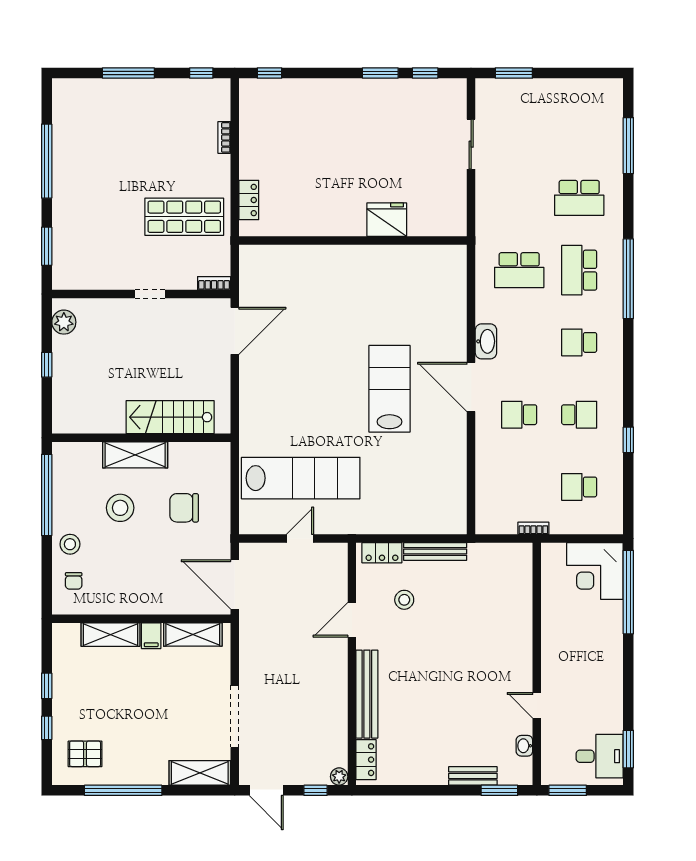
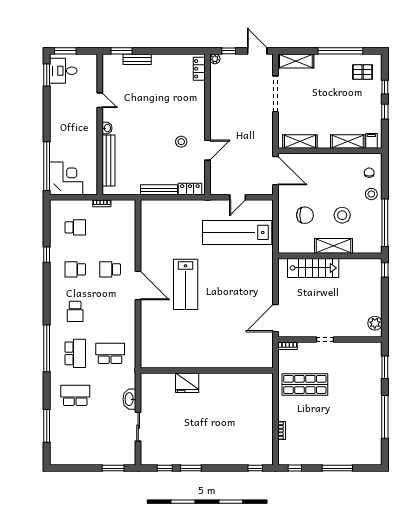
locker: (249, 200) -> (267, 394), removed
washbasin: (486, 341) -> (129, 399), moved
school desk: (579, 342) -> (75, 311), turned 90
window: (47, 365) -> (385, 270), moved
school desk: (519, 415) -> (110, 269), turned 180
stool: (404, 600) -> (181, 142), moved
filing cabinet: (151, 636) -> (371, 141), moved
bench: (367, 694) -> (109, 161), moved
washbasin: (524, 746) -> (107, 128), moved
window: (568, 790) -> (65, 51), moved

